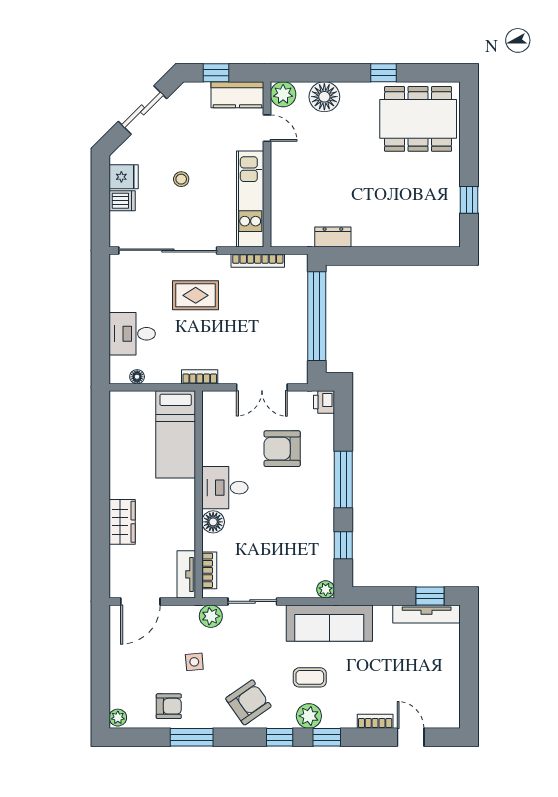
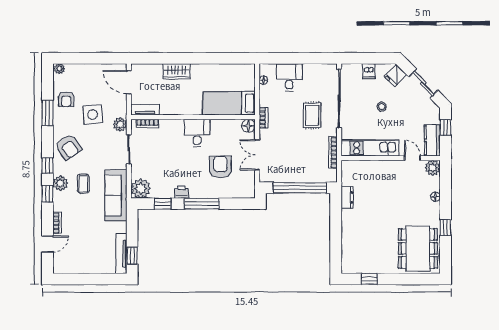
floor lamp: (324, 97) -> (435, 197), width x0.53, depth x0.53
door: (267, 128) -> (412, 158), swing flipped
fridge: (124, 177) -> (396, 76), moved, turned 45
printer: (324, 402) -> (181, 192), moved
floor lamp: (213, 522) -> (248, 126), moved
plant: (326, 589) -> (141, 189), width x1.88, depth x1.88
side table: (194, 662) -> (93, 114), width x1.87, depth x1.87

